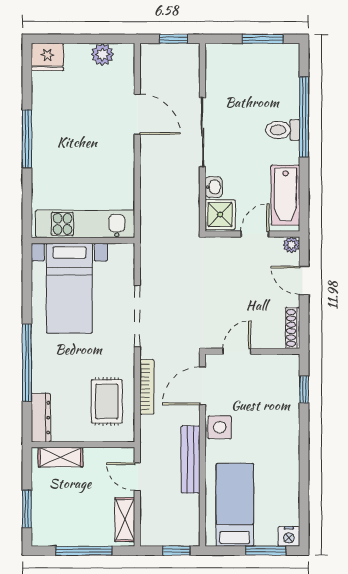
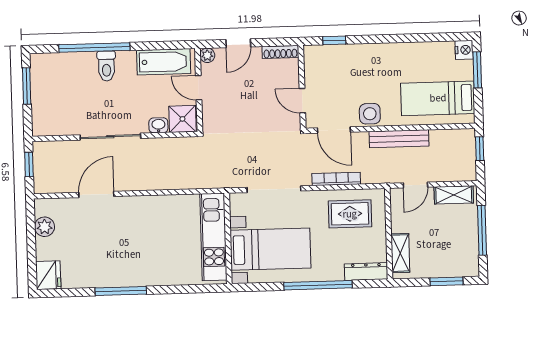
kitchen unit: (85, 224) -> (213, 237), moved
wall: (83, 240) -> (228, 238), moved
bed with nightstands: (69, 288) -> (270, 249), moved

